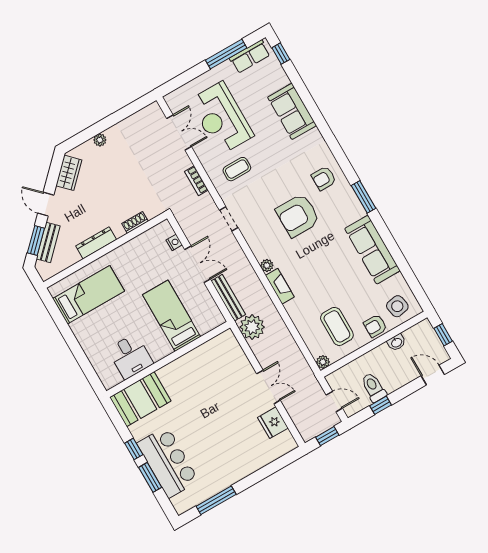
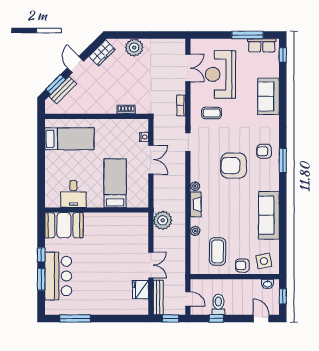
plant: (100, 140) -> (134, 47), width x1.87, depth x1.87
window: (364, 197) -> (283, 160), moved
dresser: (96, 243) -> (94, 108), removed
bench: (228, 298) -> (158, 297), moved
washbasin: (396, 342) -> (268, 284), moved
plant: (323, 362) -> (195, 231), moved

